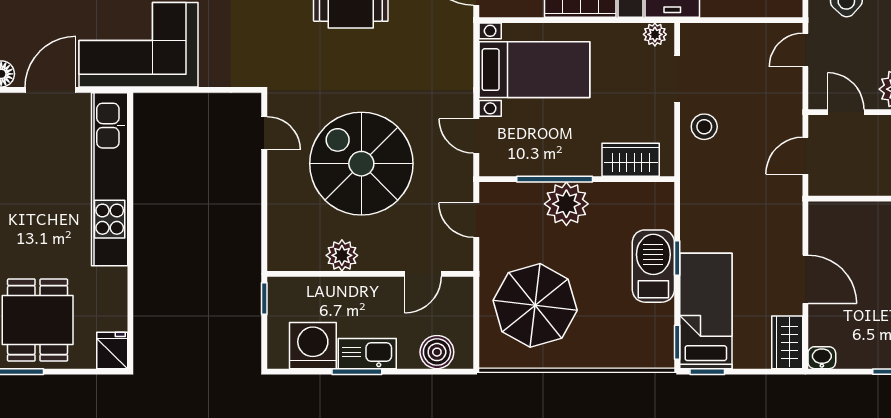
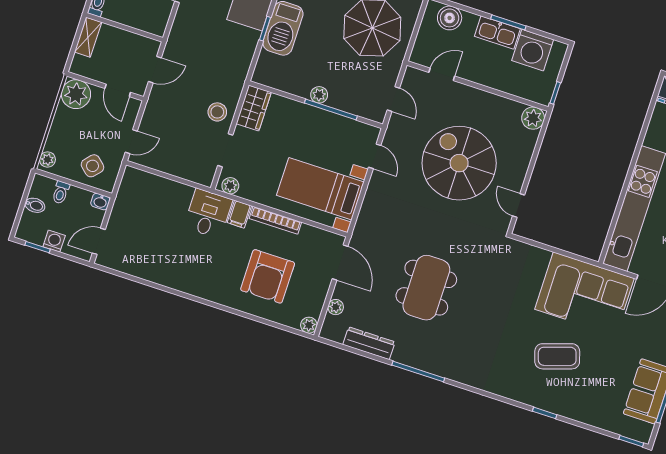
wardrobe: (631, 160) -> (254, 108), moved, turned -90
spiral stairs: (361, 164) -> (459, 163), turned 180
plant: (566, 204) -> (319, 95), width x0.53, depth x0.53
plant: (342, 255) -> (533, 118), moved

